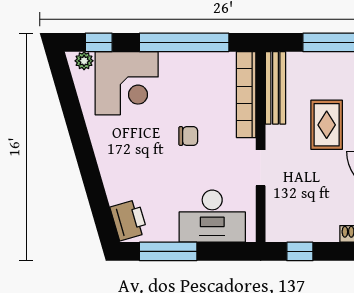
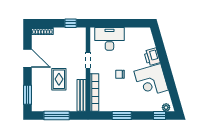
window: (184, 42) -> (122, 116), width x0.47
corner desk: (127, 83) -> (151, 81), moved, turned -106
printer: (129, 220) -> (152, 57), moved
window: (168, 251) -> (129, 23), removed

